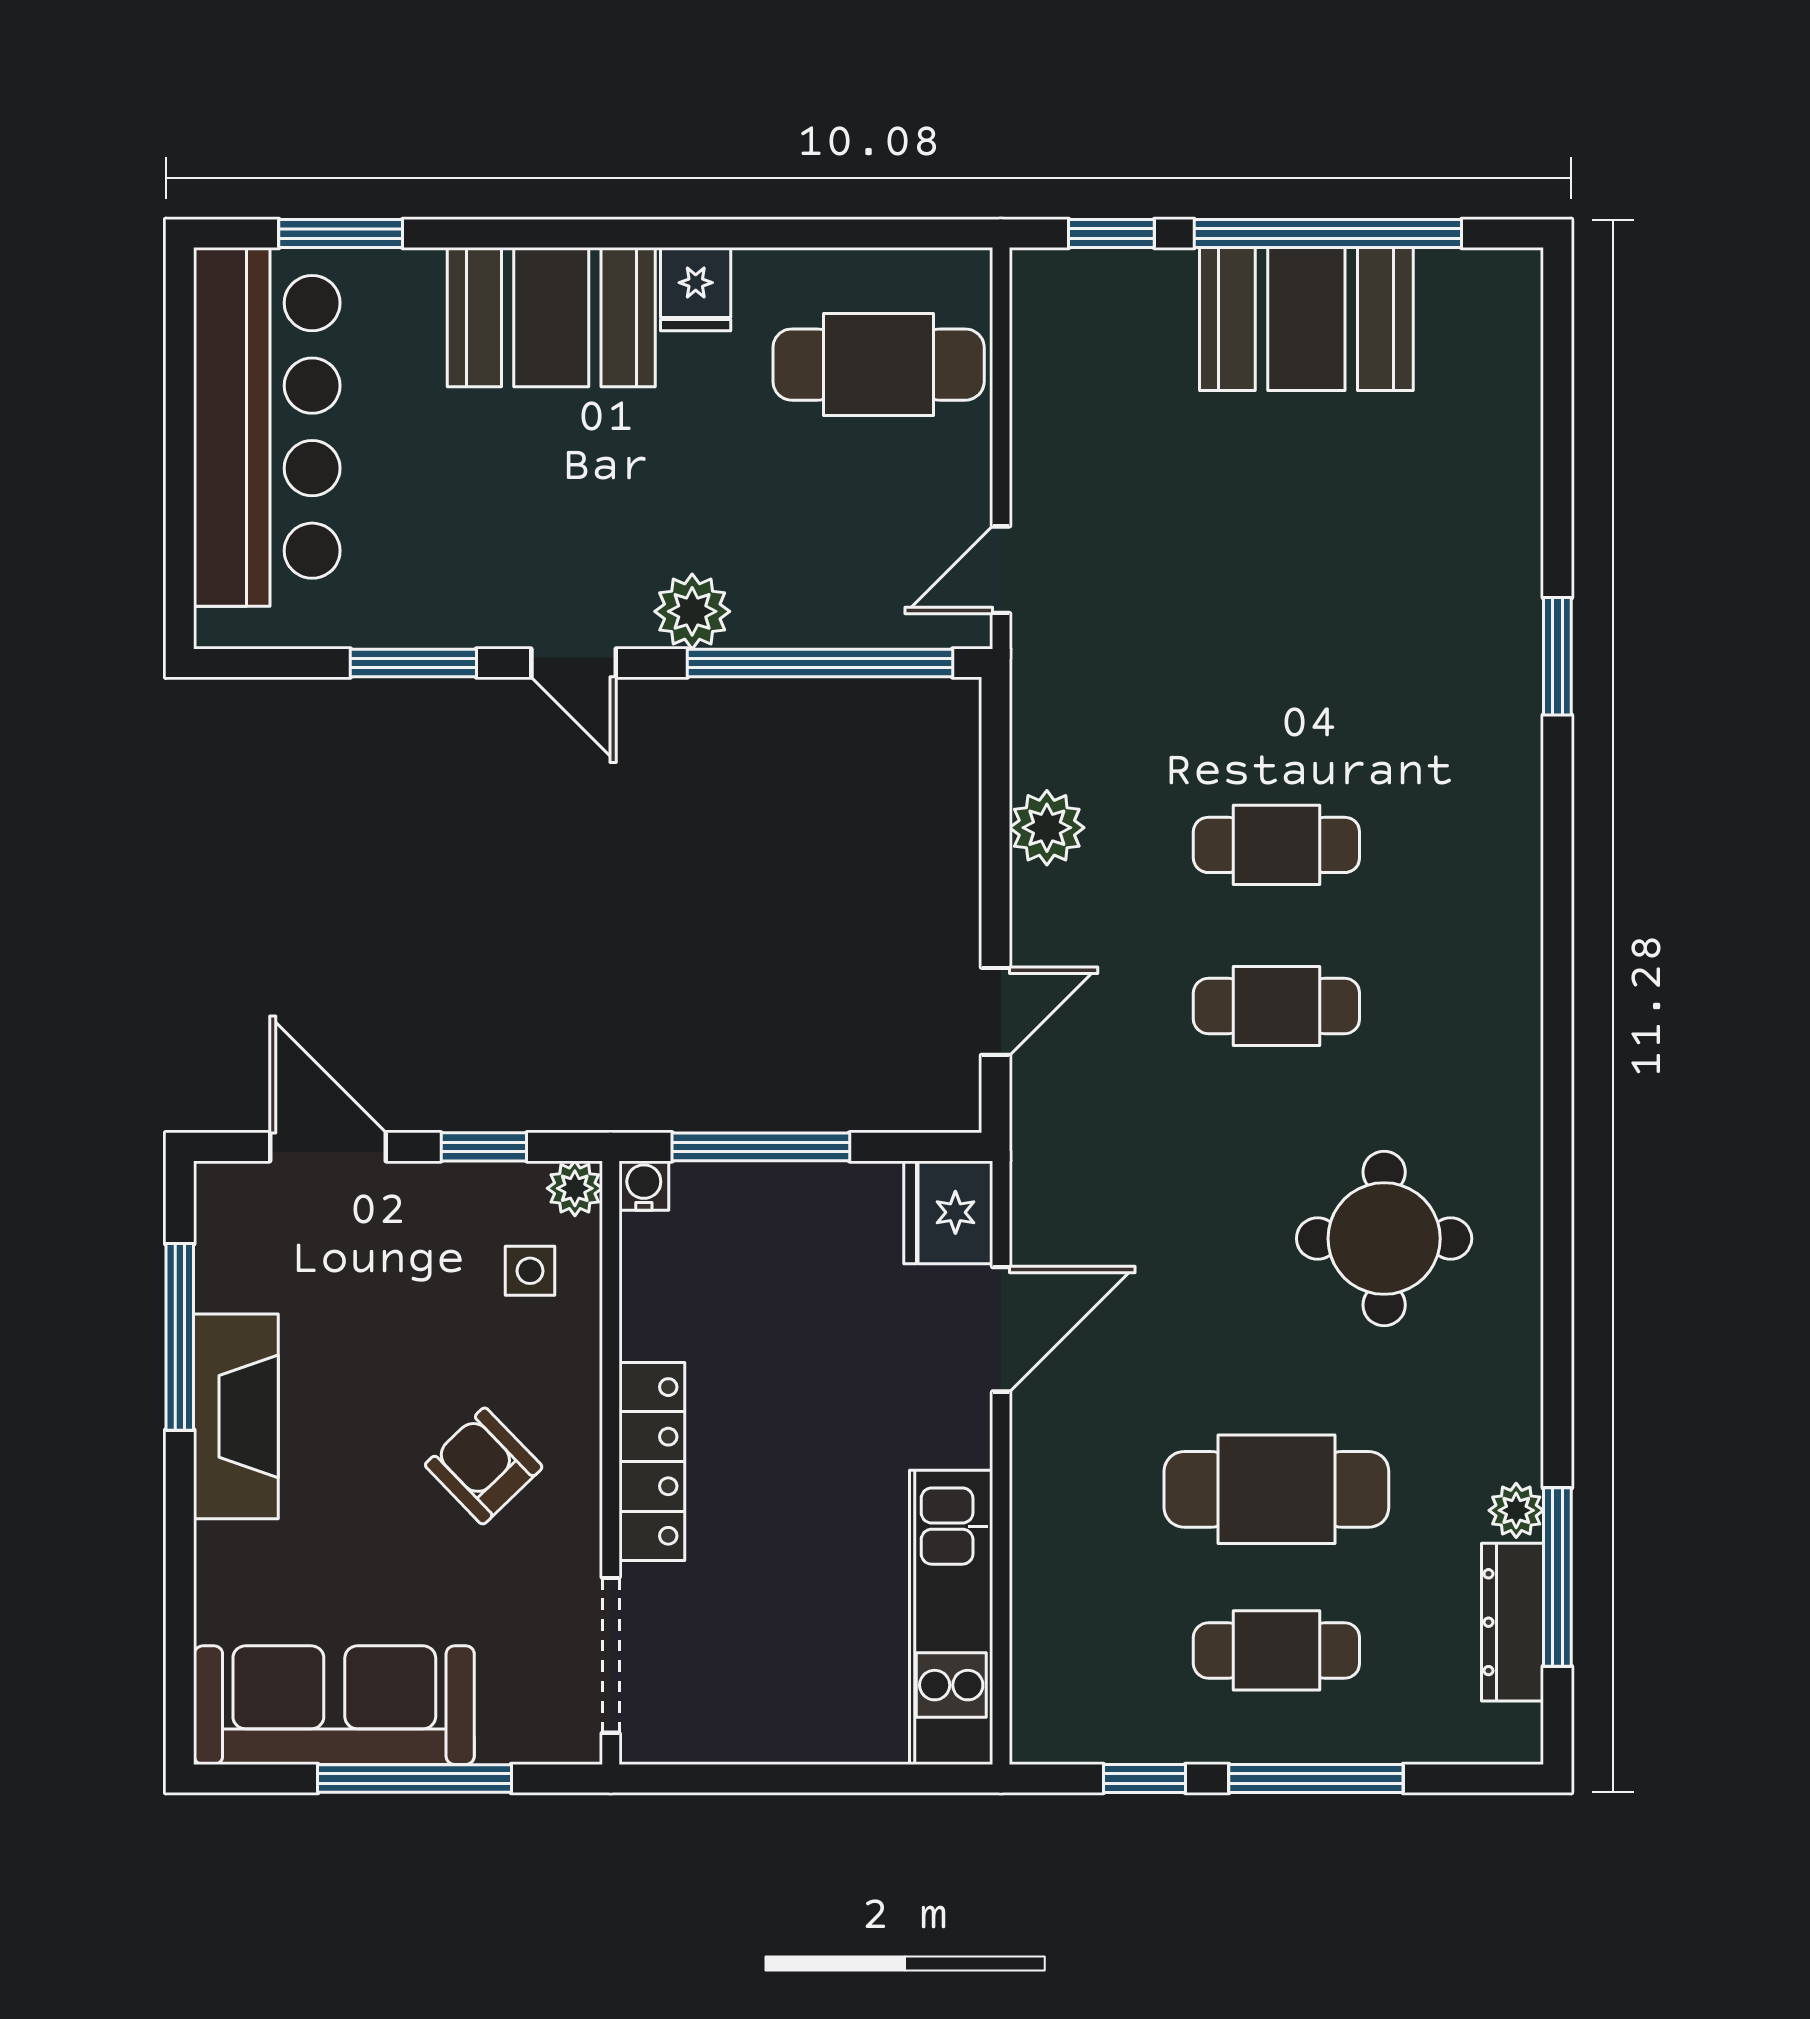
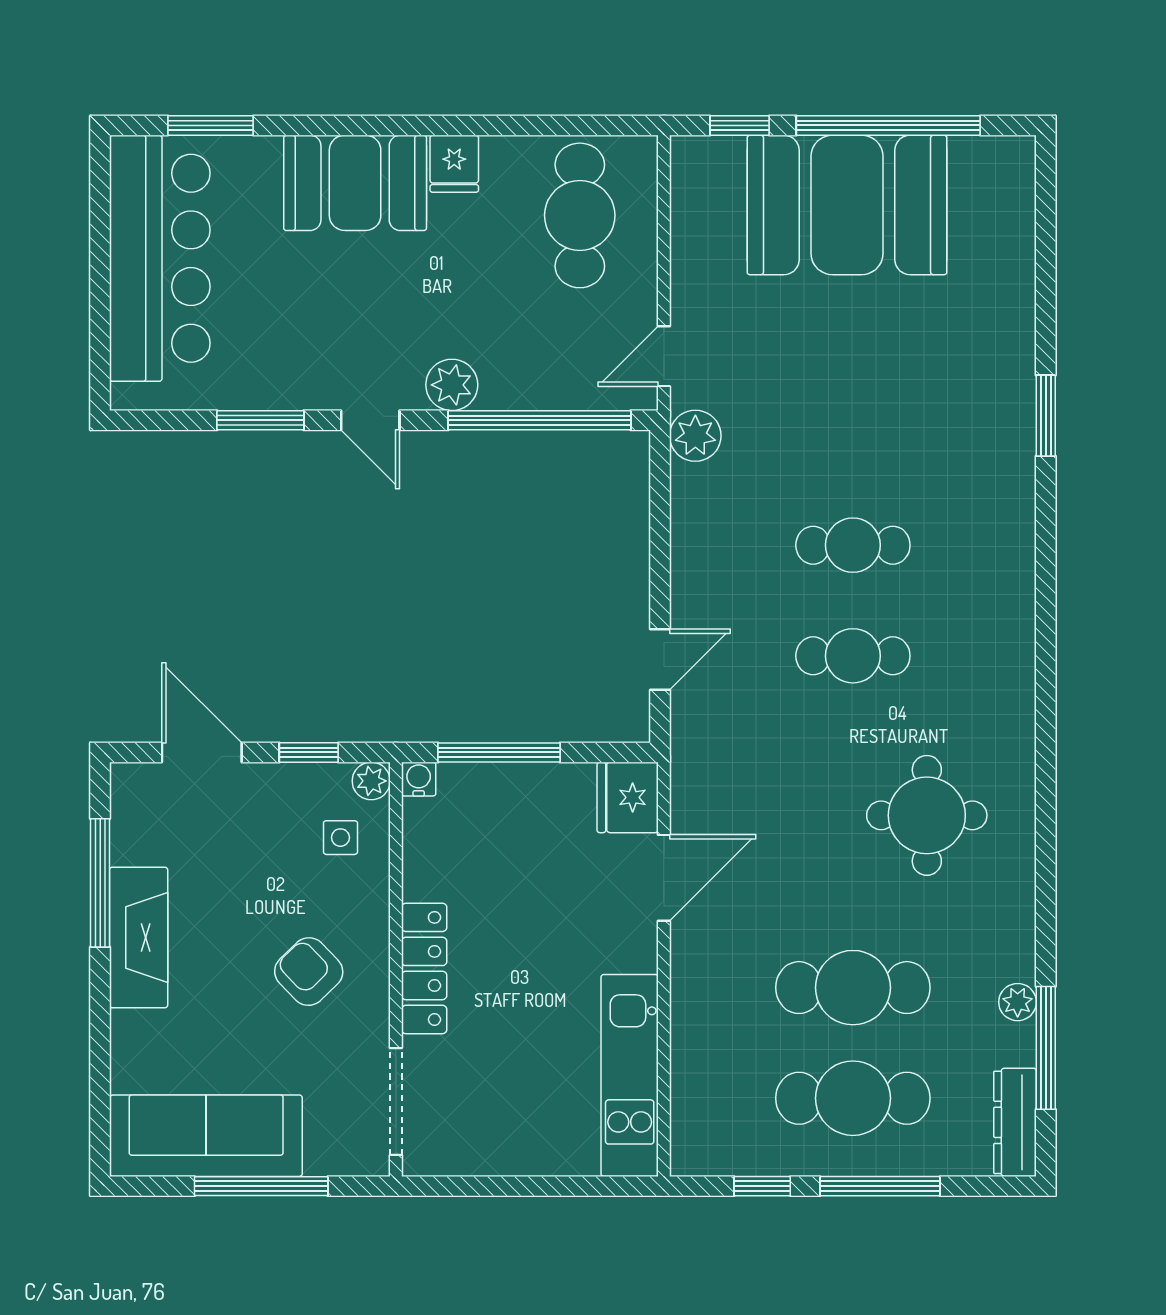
booth: (1306, 319) -> (847, 205), width x1.36, depth x1.42
cafe table: (879, 365) -> (580, 215), turned 90
plant: (1047, 828) -> (695, 436), moved
dresser: (1513, 1622) -> (1015, 1122), moved
cafe table: (1276, 1650) -> (853, 1098), width x1.37, depth x1.35

